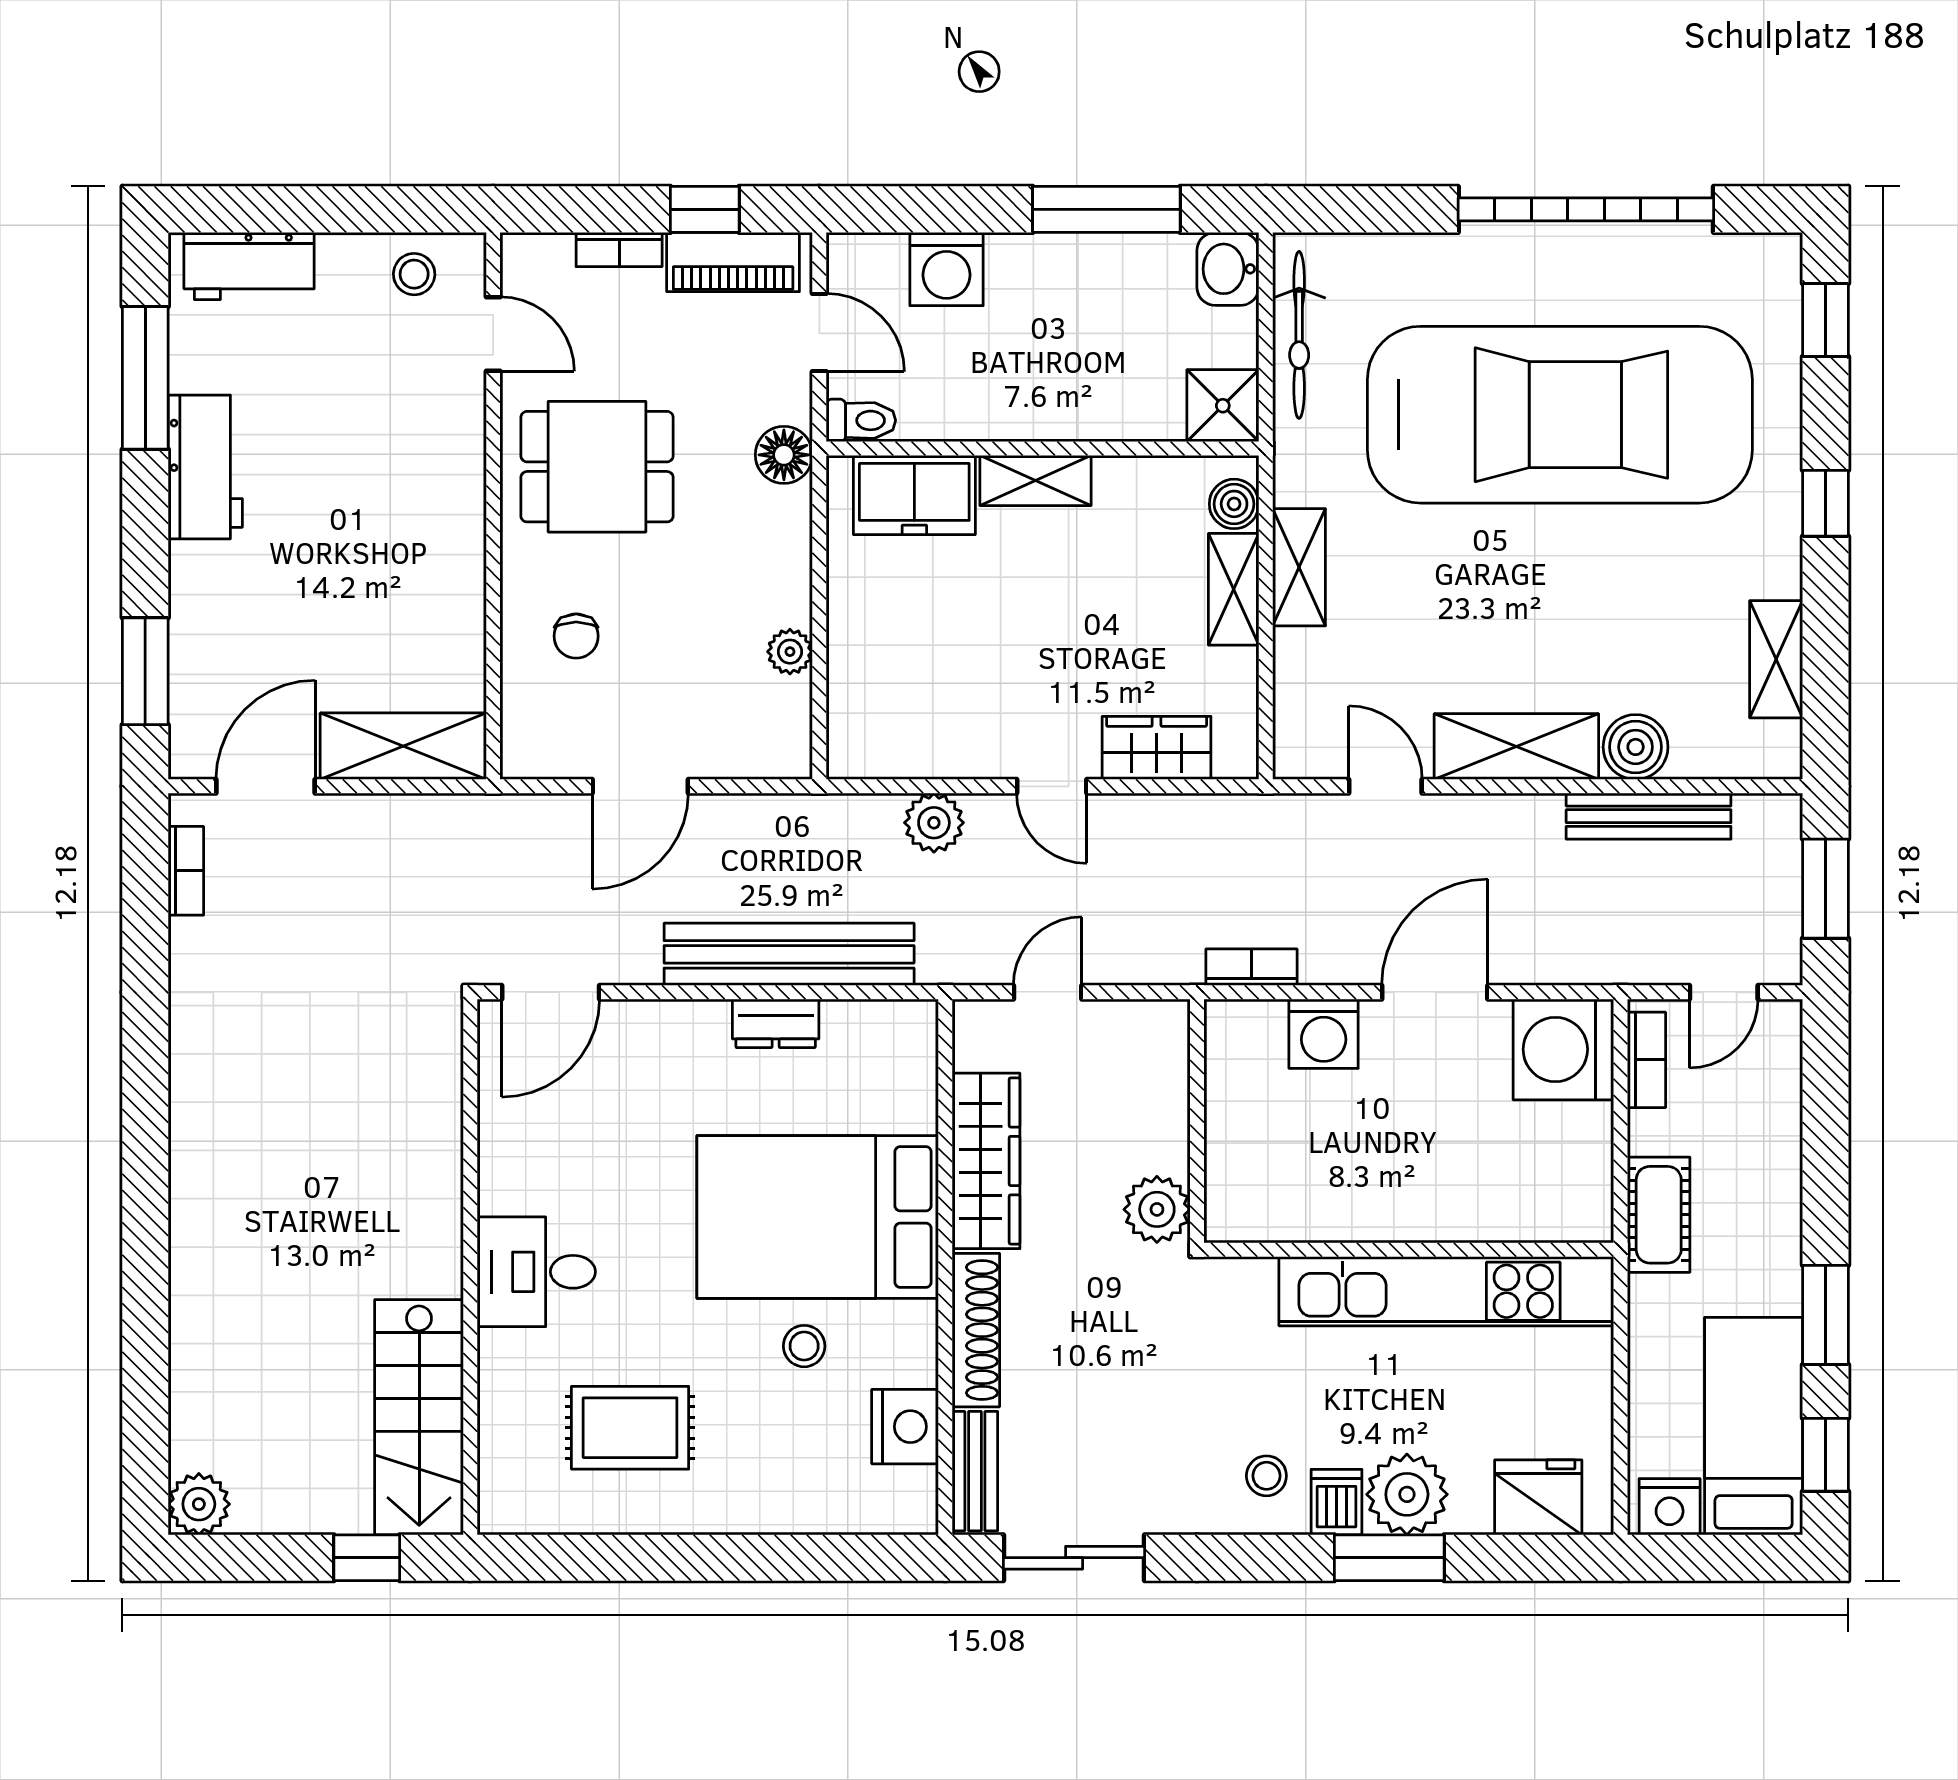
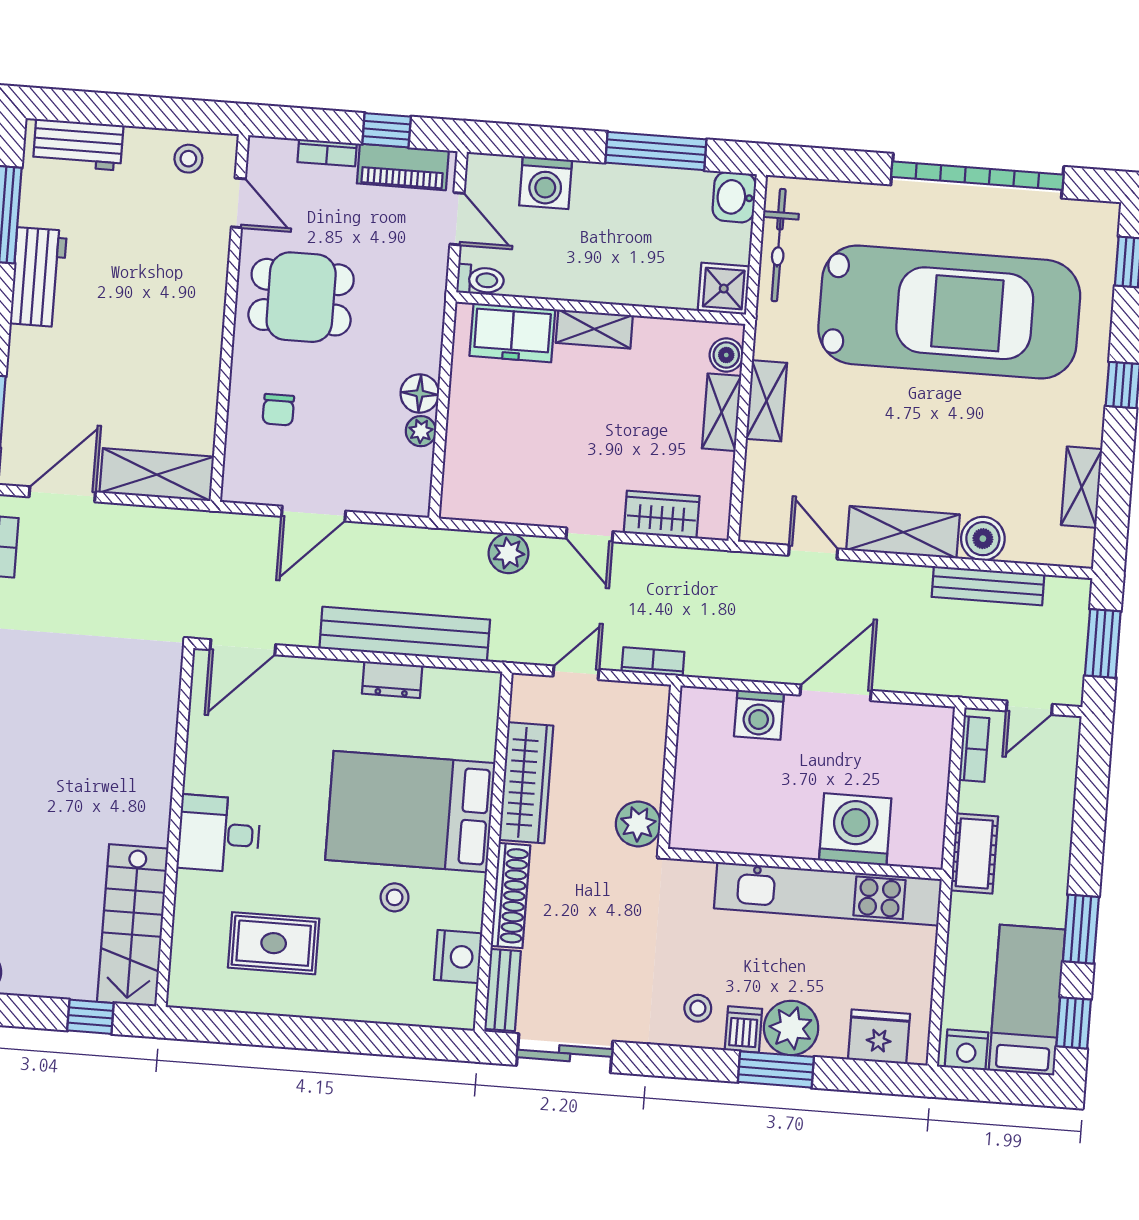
floor lamp: (784, 455) -> (420, 393), moved
bookcase: (1251, 967) -> (653, 662), moved
washing machine: (1563, 1049) -> (855, 829), moved, turned 90

